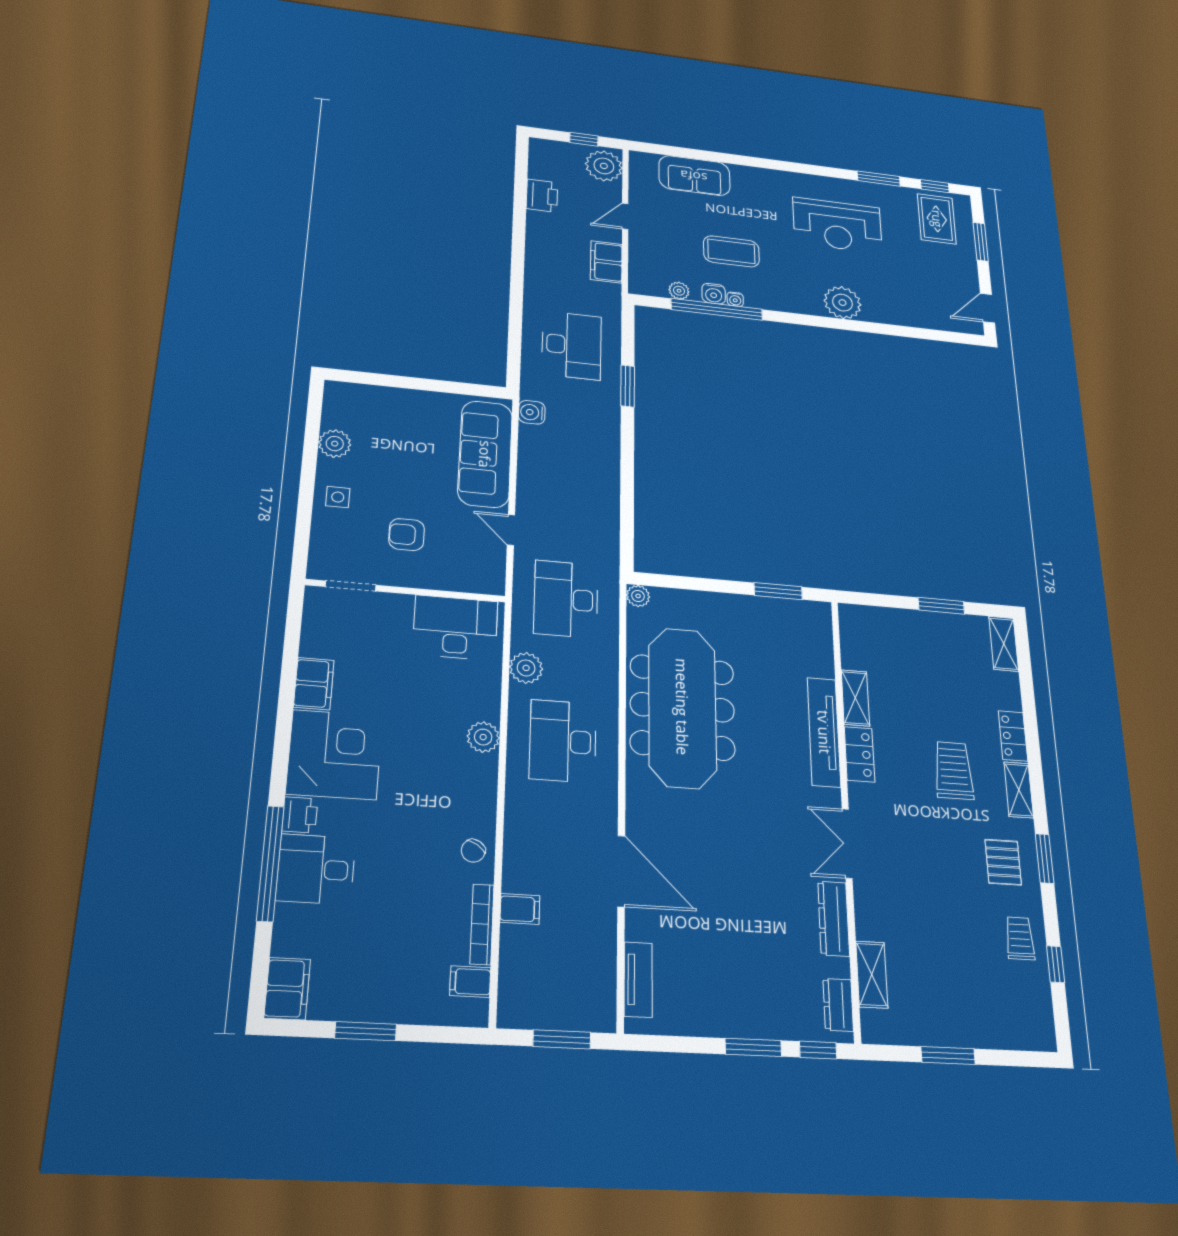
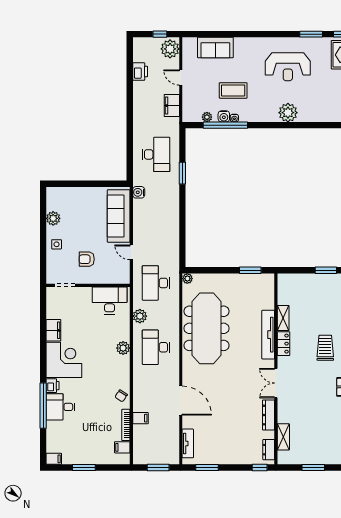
door: (625, 216) -> (181, 78), hinge flipped
filing cabinet: (287, 989) -> (54, 459), width x0.50
window: (753, 1047) -> (207, 468), moved

